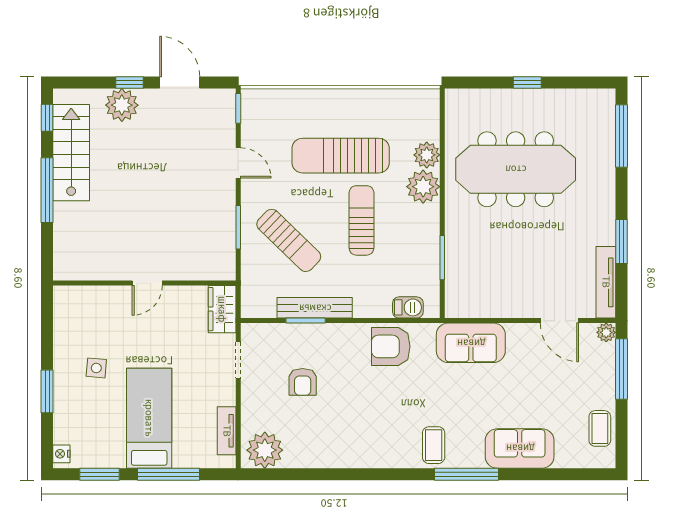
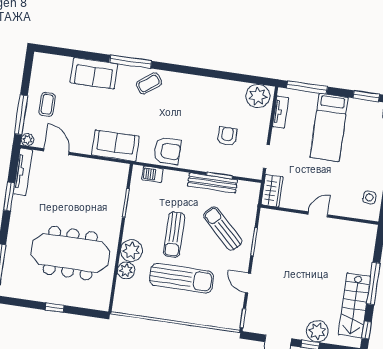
side table: (96, 368) -> (369, 197), moved
coffee table: (600, 428) -> (47, 104), moved
coffee table: (434, 445) -> (149, 83), turned 53
window: (168, 474) -> (307, 87), moved

